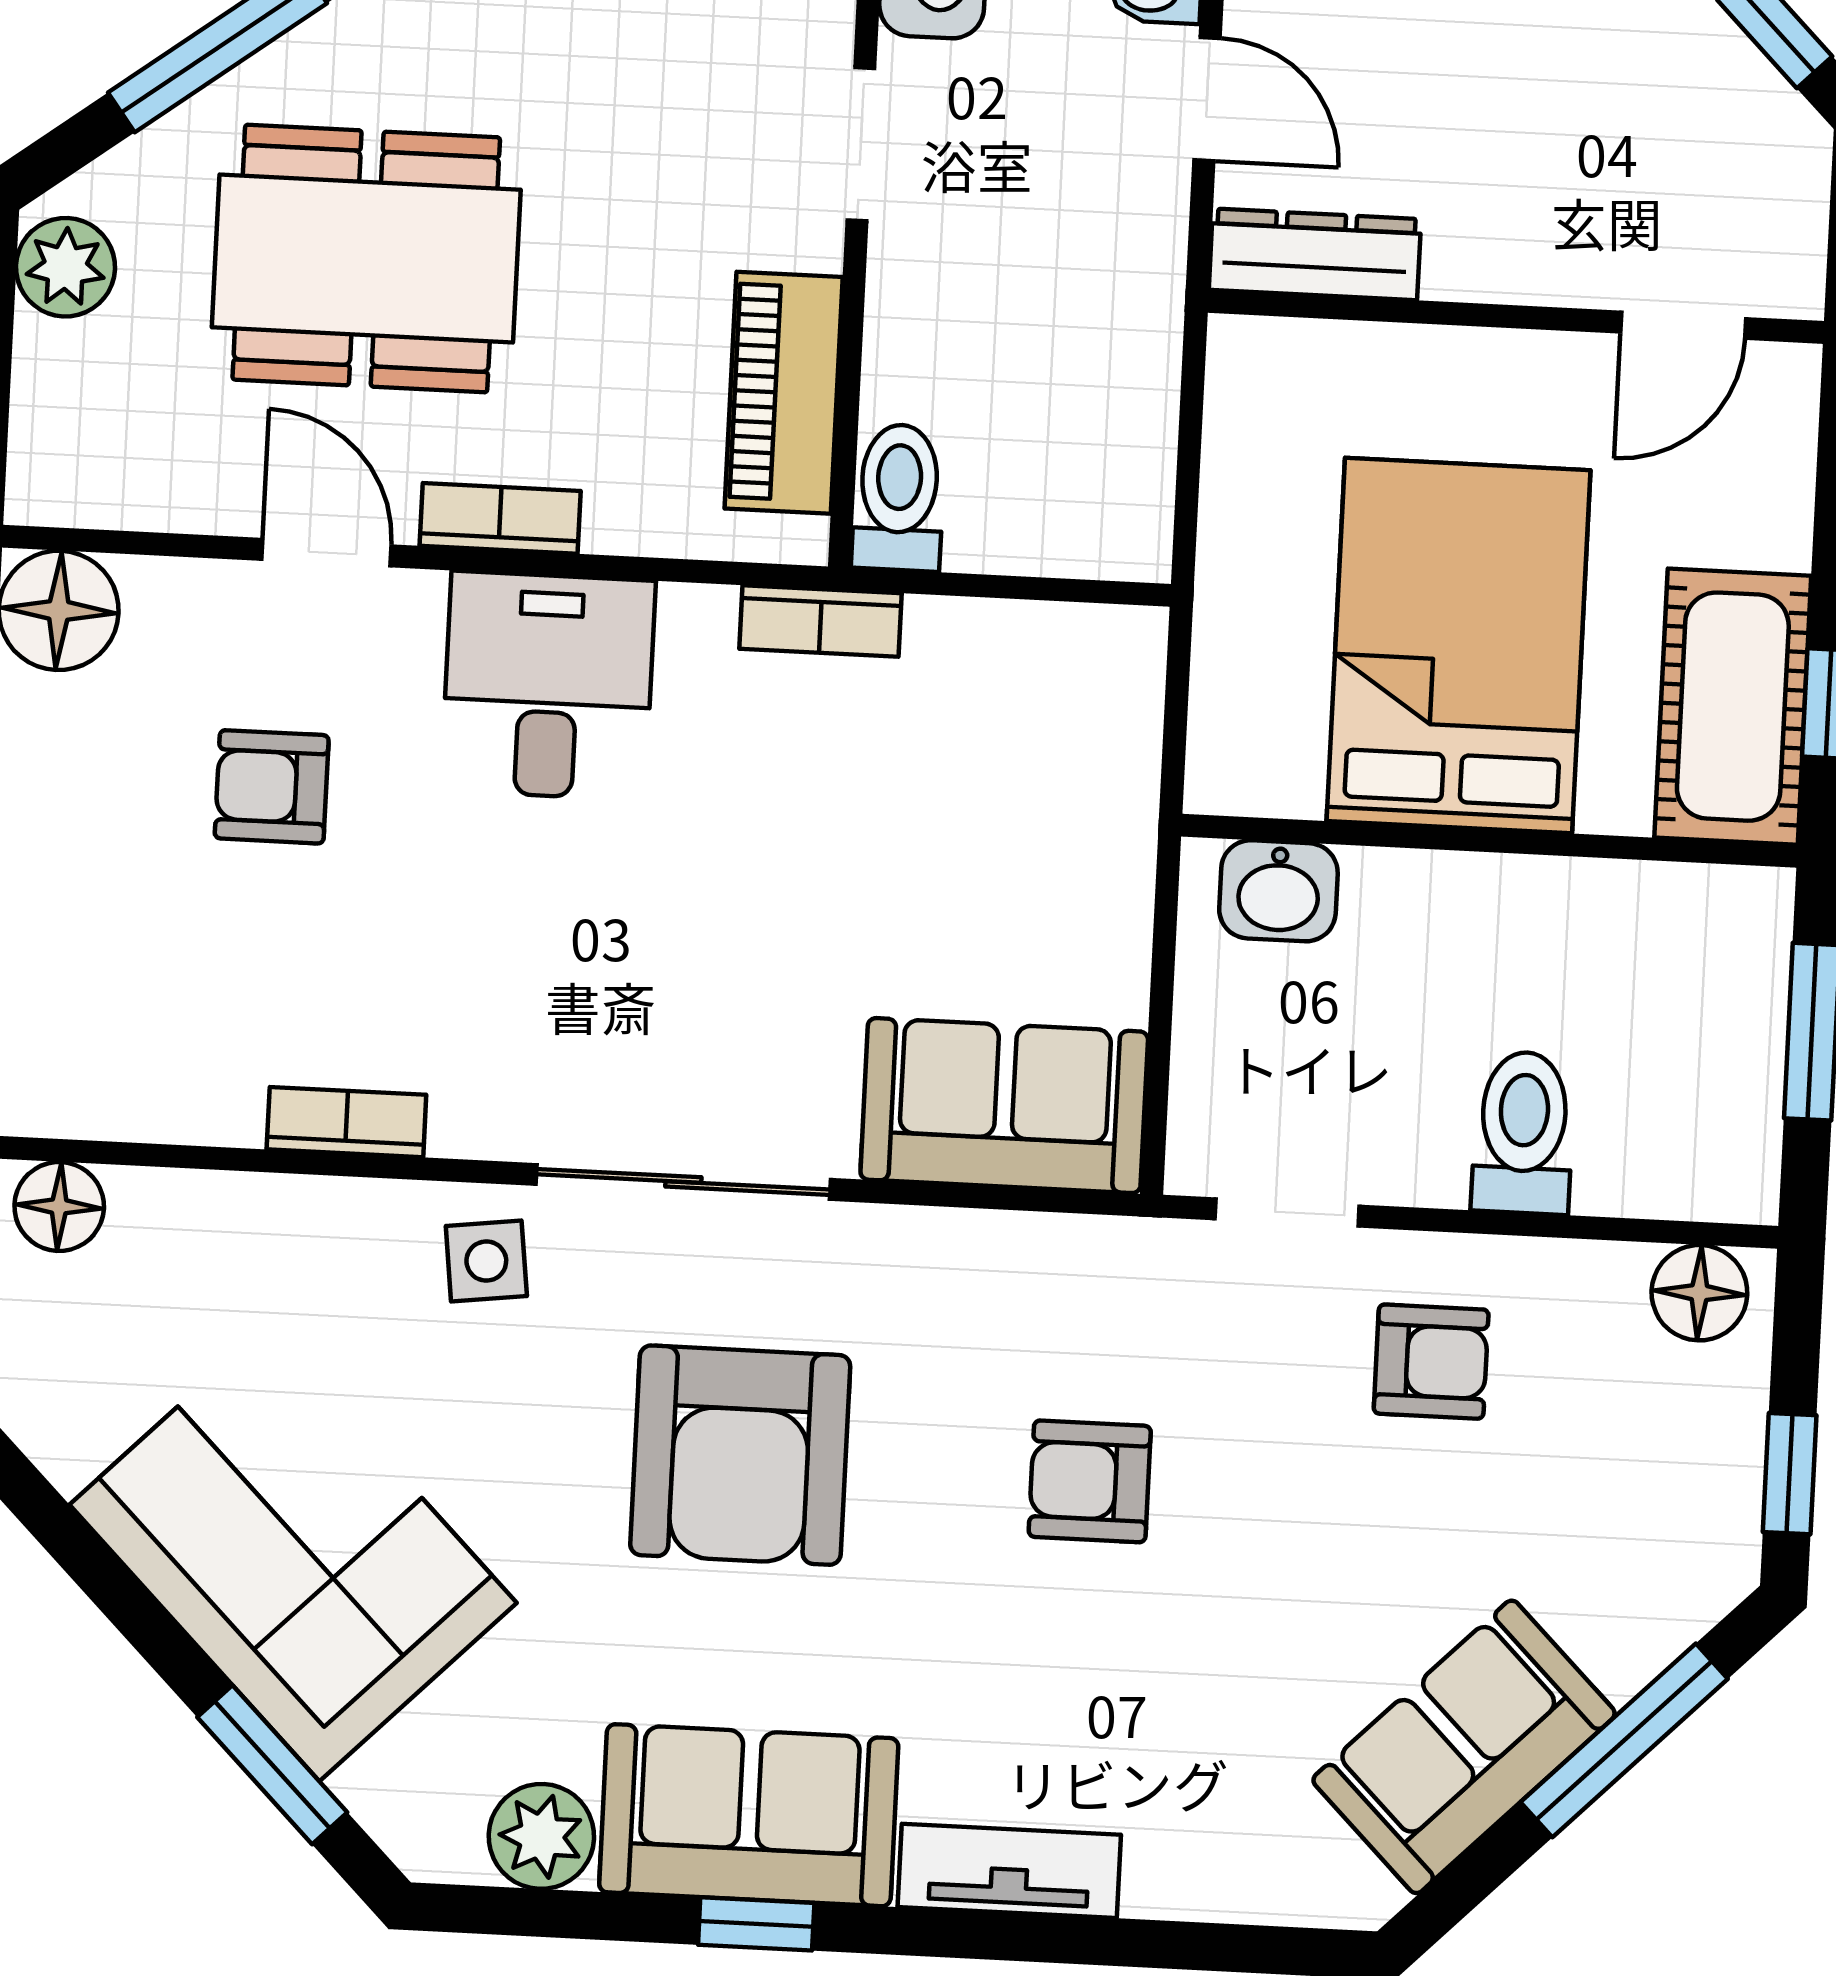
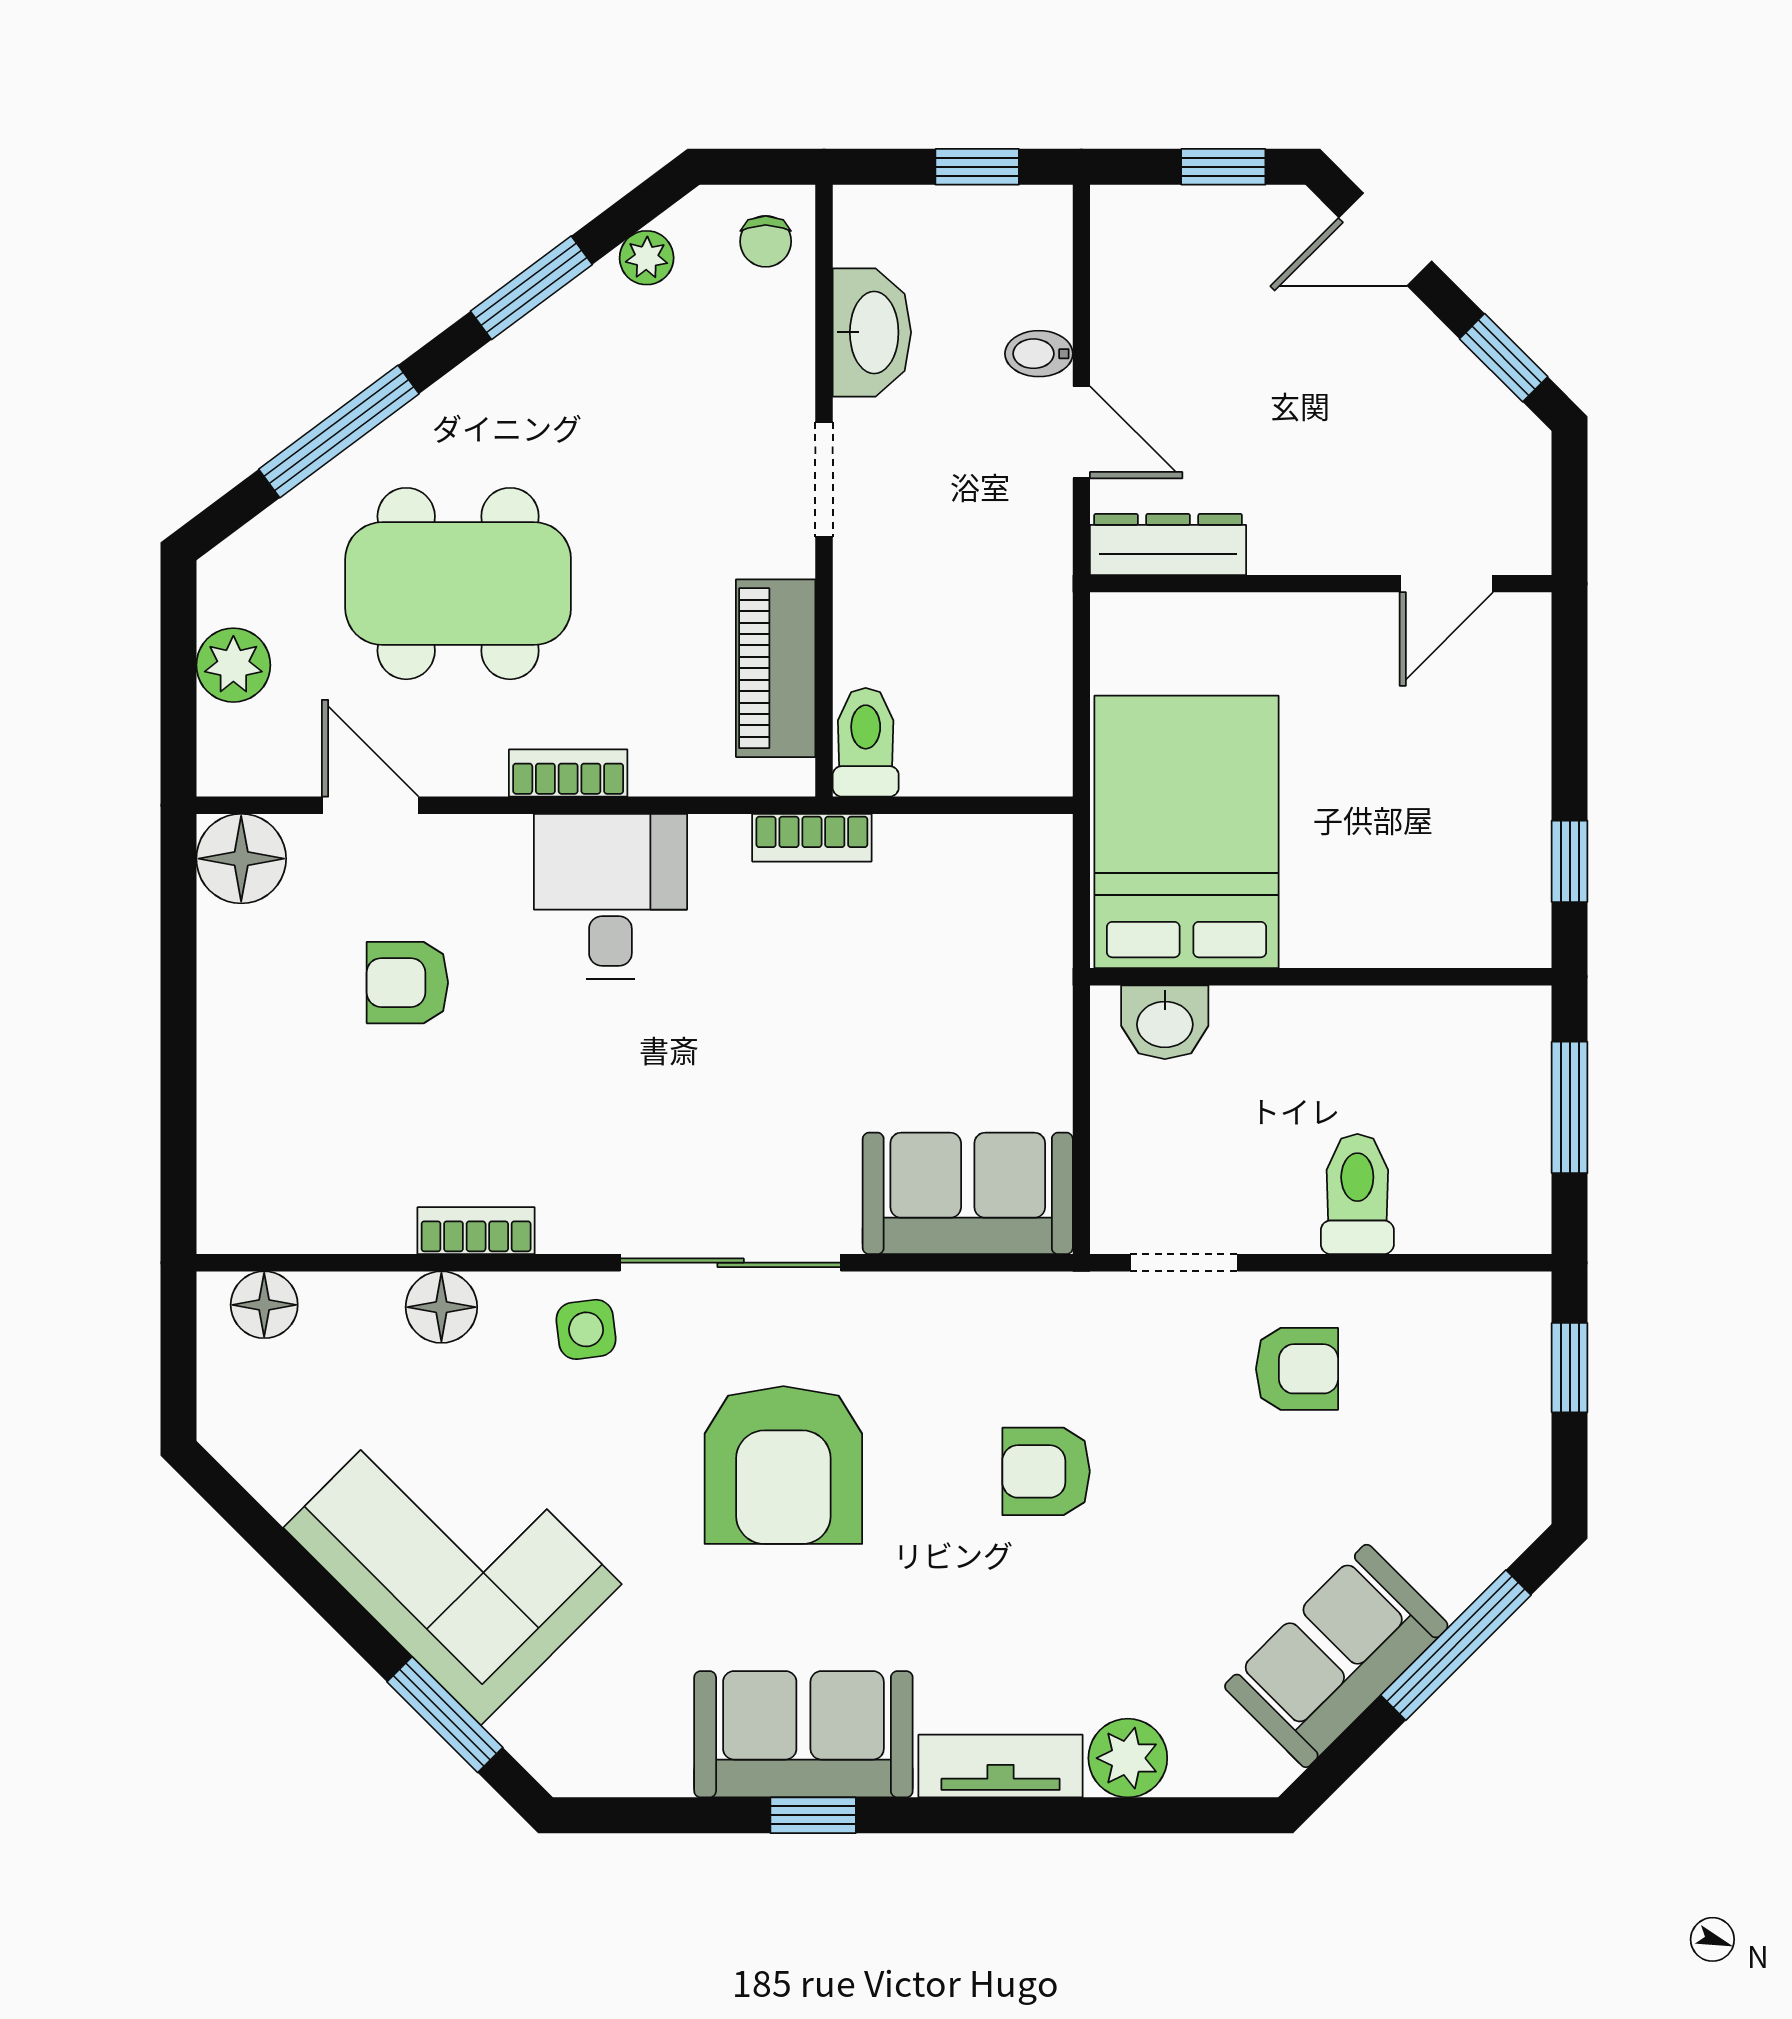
plant: (66, 267) -> (233, 665), moved
door: (326, 553) -> (370, 805), moved
bed: (1458, 646) -> (1187, 832), moved
cot: (1733, 707) -> (1498, 867), removed
floor lamp: (1699, 1293) -> (441, 1307), moved
window: (1790, 1474) -> (1570, 1368), moved
plant: (541, 1836) -> (1128, 1758), moved

